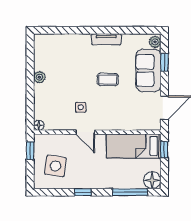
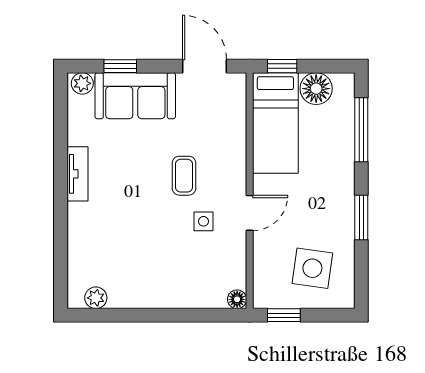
plant: (40, 77) -> (96, 298), moved
coffee table: (108, 79) -> (184, 176), moved
floor lamp: (152, 180) -> (316, 89), moved
window: (83, 192) -> (361, 218), width x1.50

